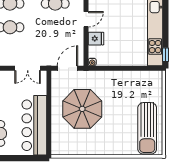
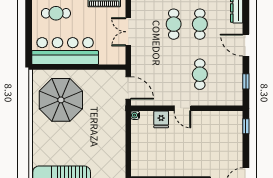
double door: (28, 68) -> (128, 32), moved
parasol: (82, 109) -> (61, 100), moved

